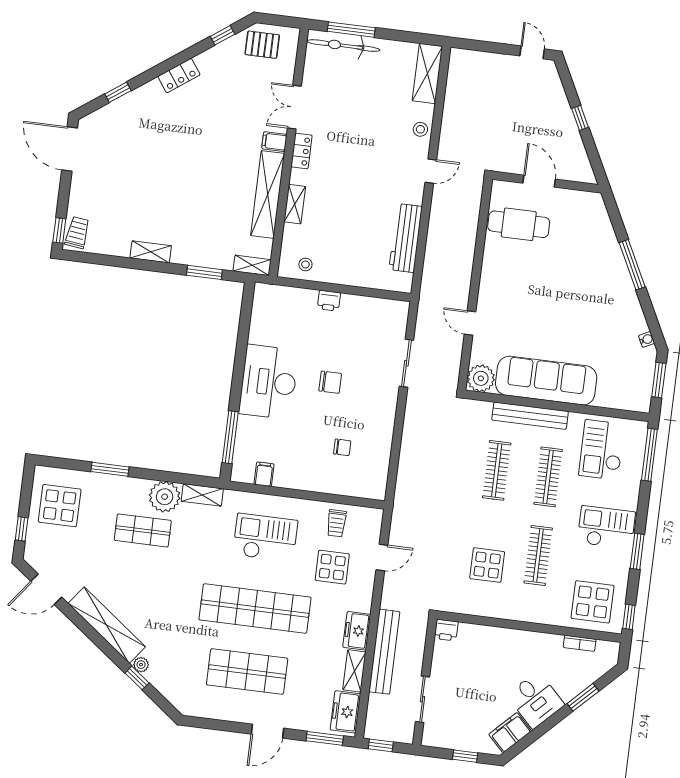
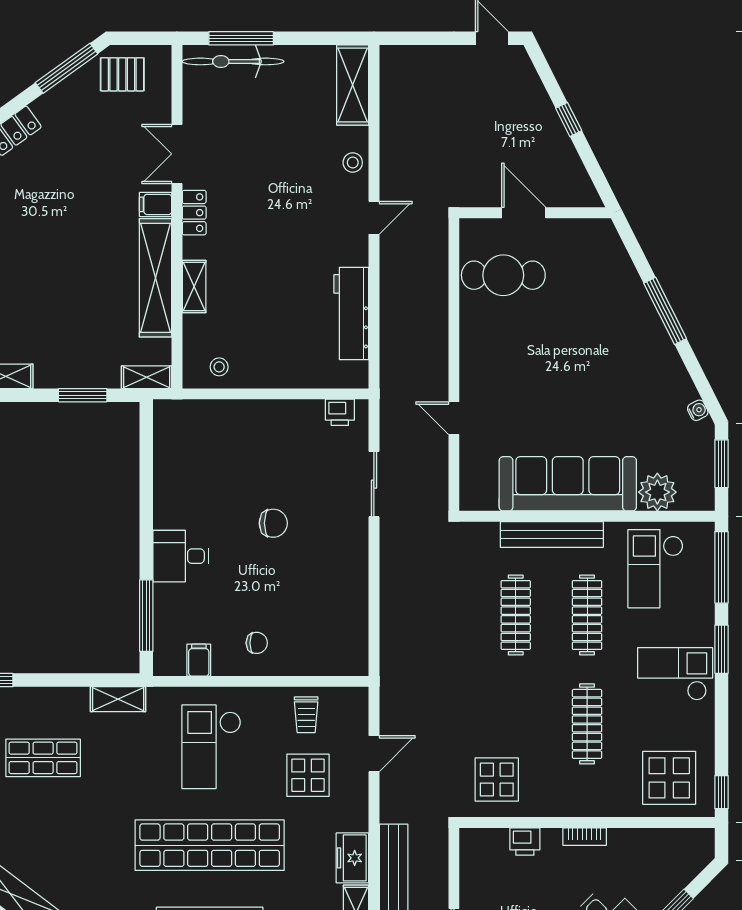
window: (223, 35) -> (67, 68), width x2.17
printer: (329, 301) -> (340, 412), moved
plant: (481, 378) -> (657, 492), moved
desk: (269, 382) -> (181, 556), width x0.53, depth x0.77
chair: (342, 447) -> (257, 643), moved
plant: (165, 497) -> (67, 708), removed
checkout: (265, 538) -> (211, 747), turned -90
window: (637, 551) -> (721, 649), moved
display table: (487, 565) -> (497, 780), moved
printer: (446, 630) -> (525, 842), moved
bookcase: (580, 643) -> (585, 837), moved

